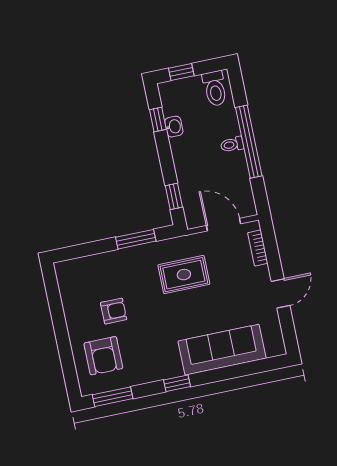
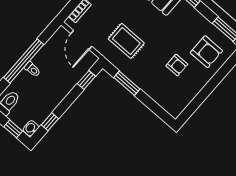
washbasin: (174, 127) -> (31, 128), moved
armchair: (114, 311) -> (177, 65), turned 180
armchair: (103, 356) -> (206, 52), turned 90

